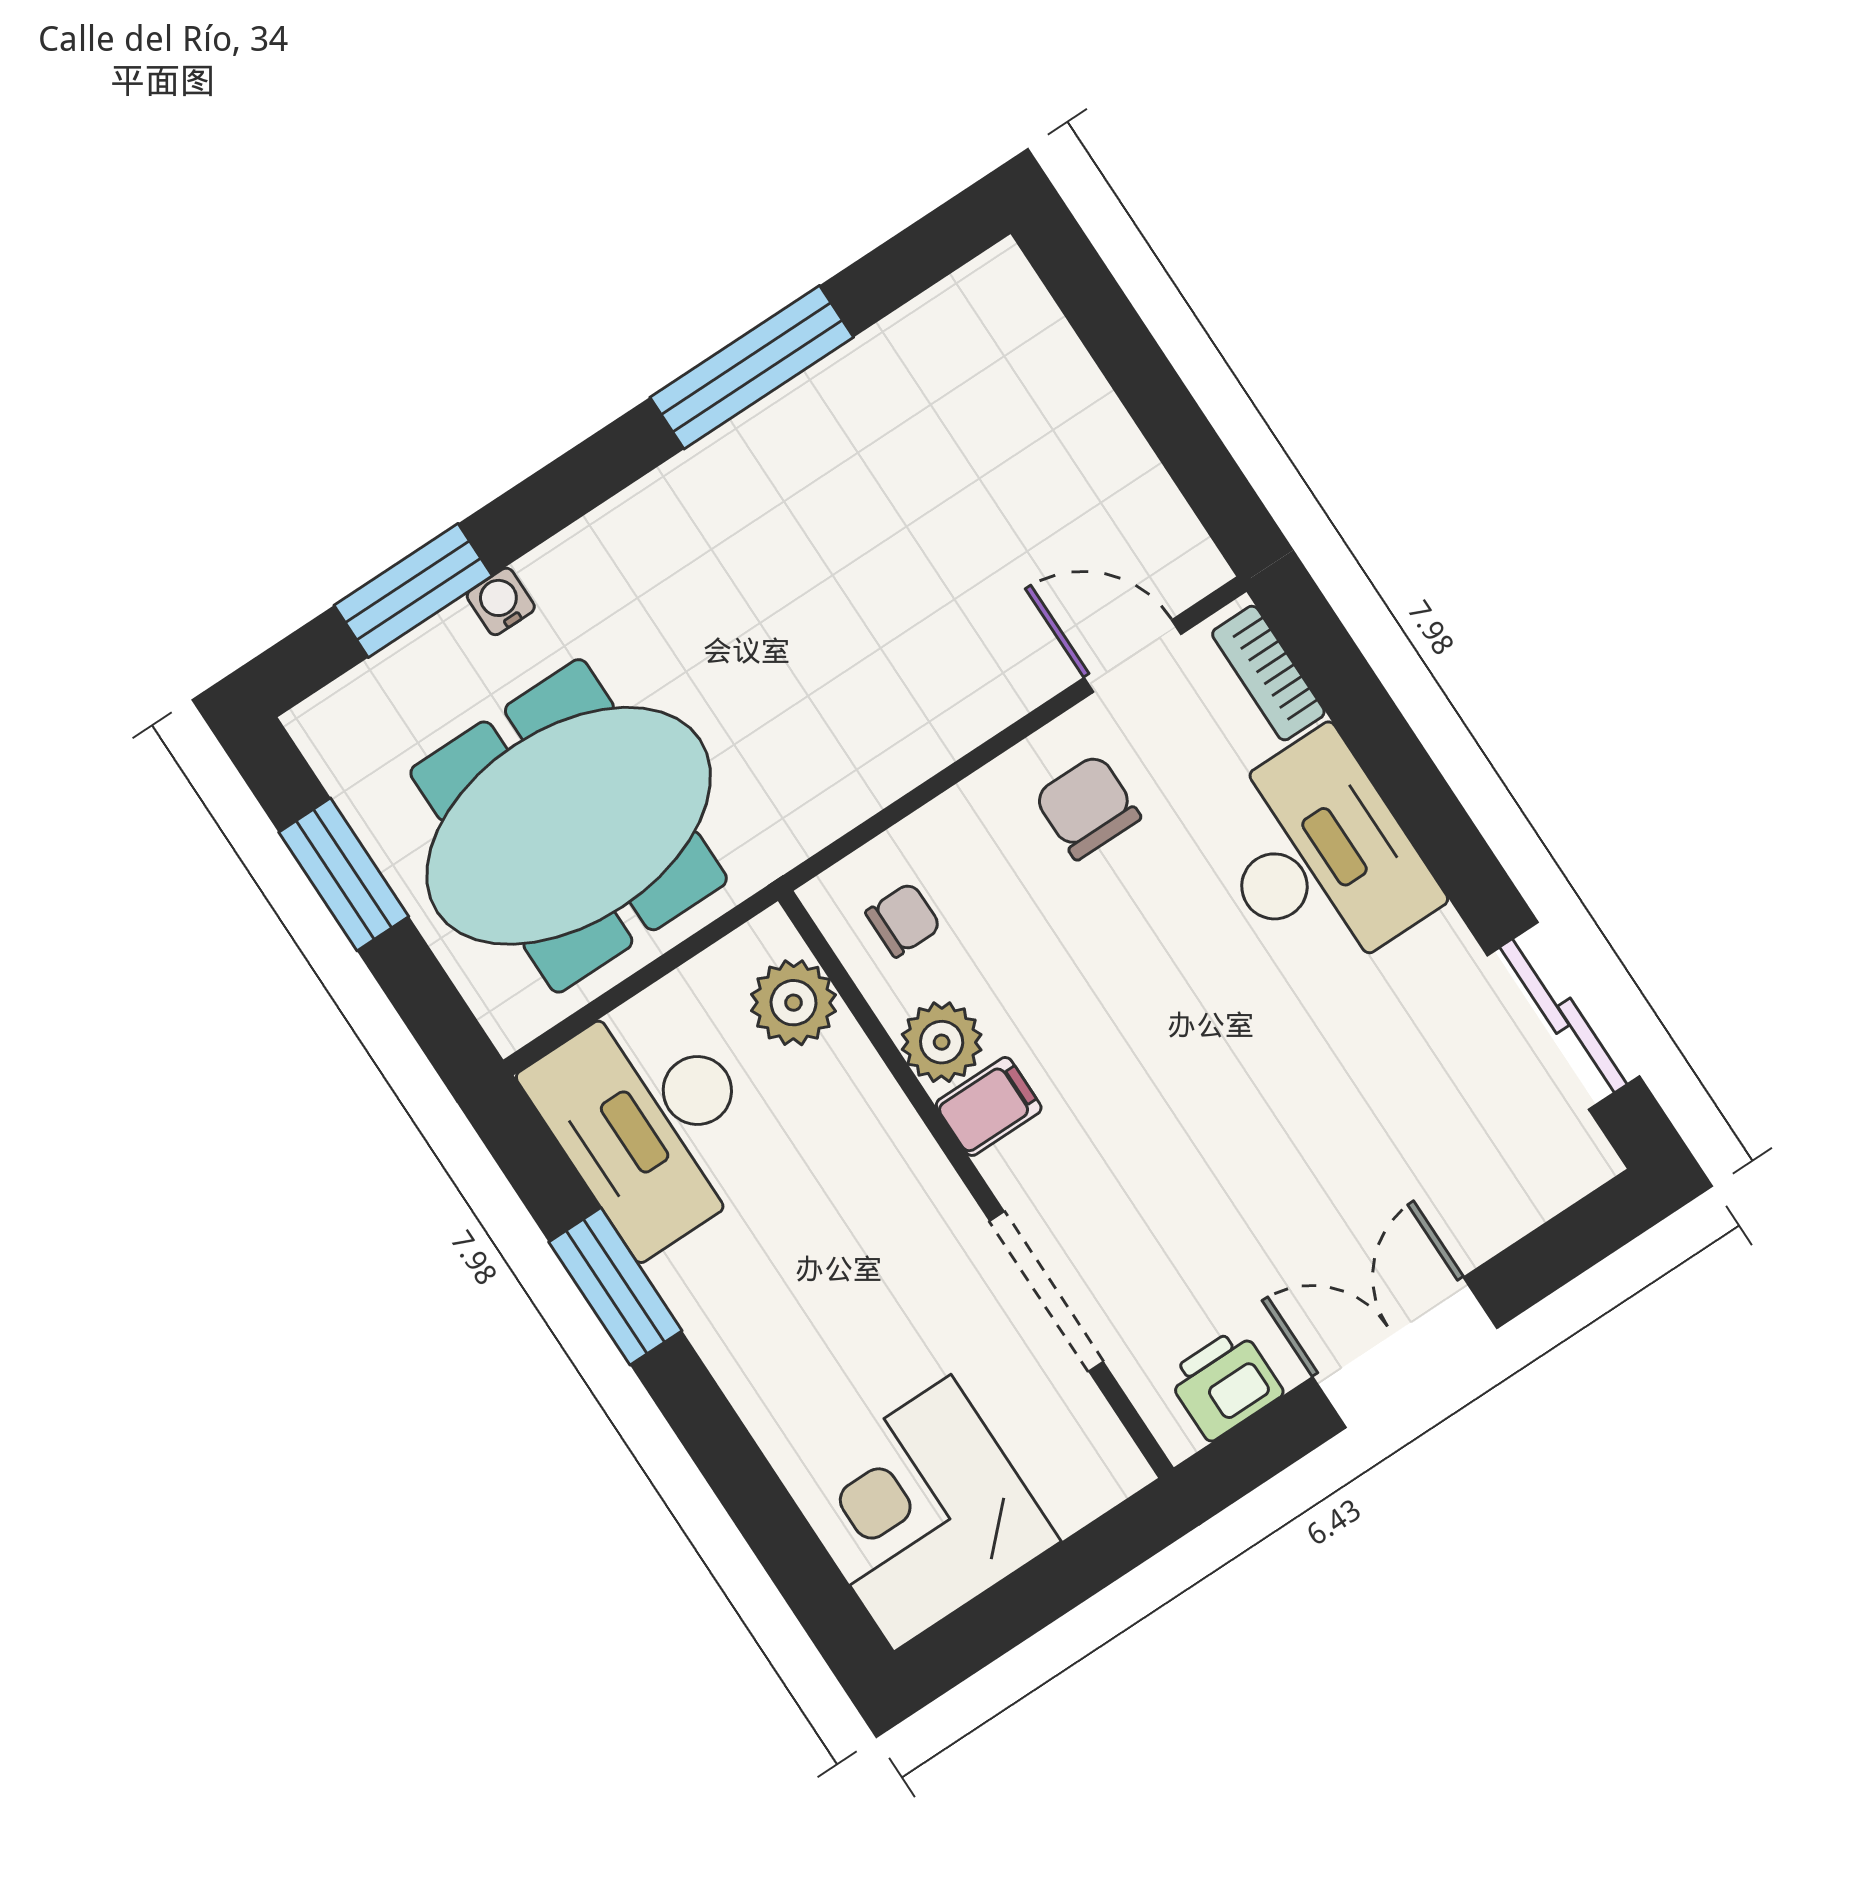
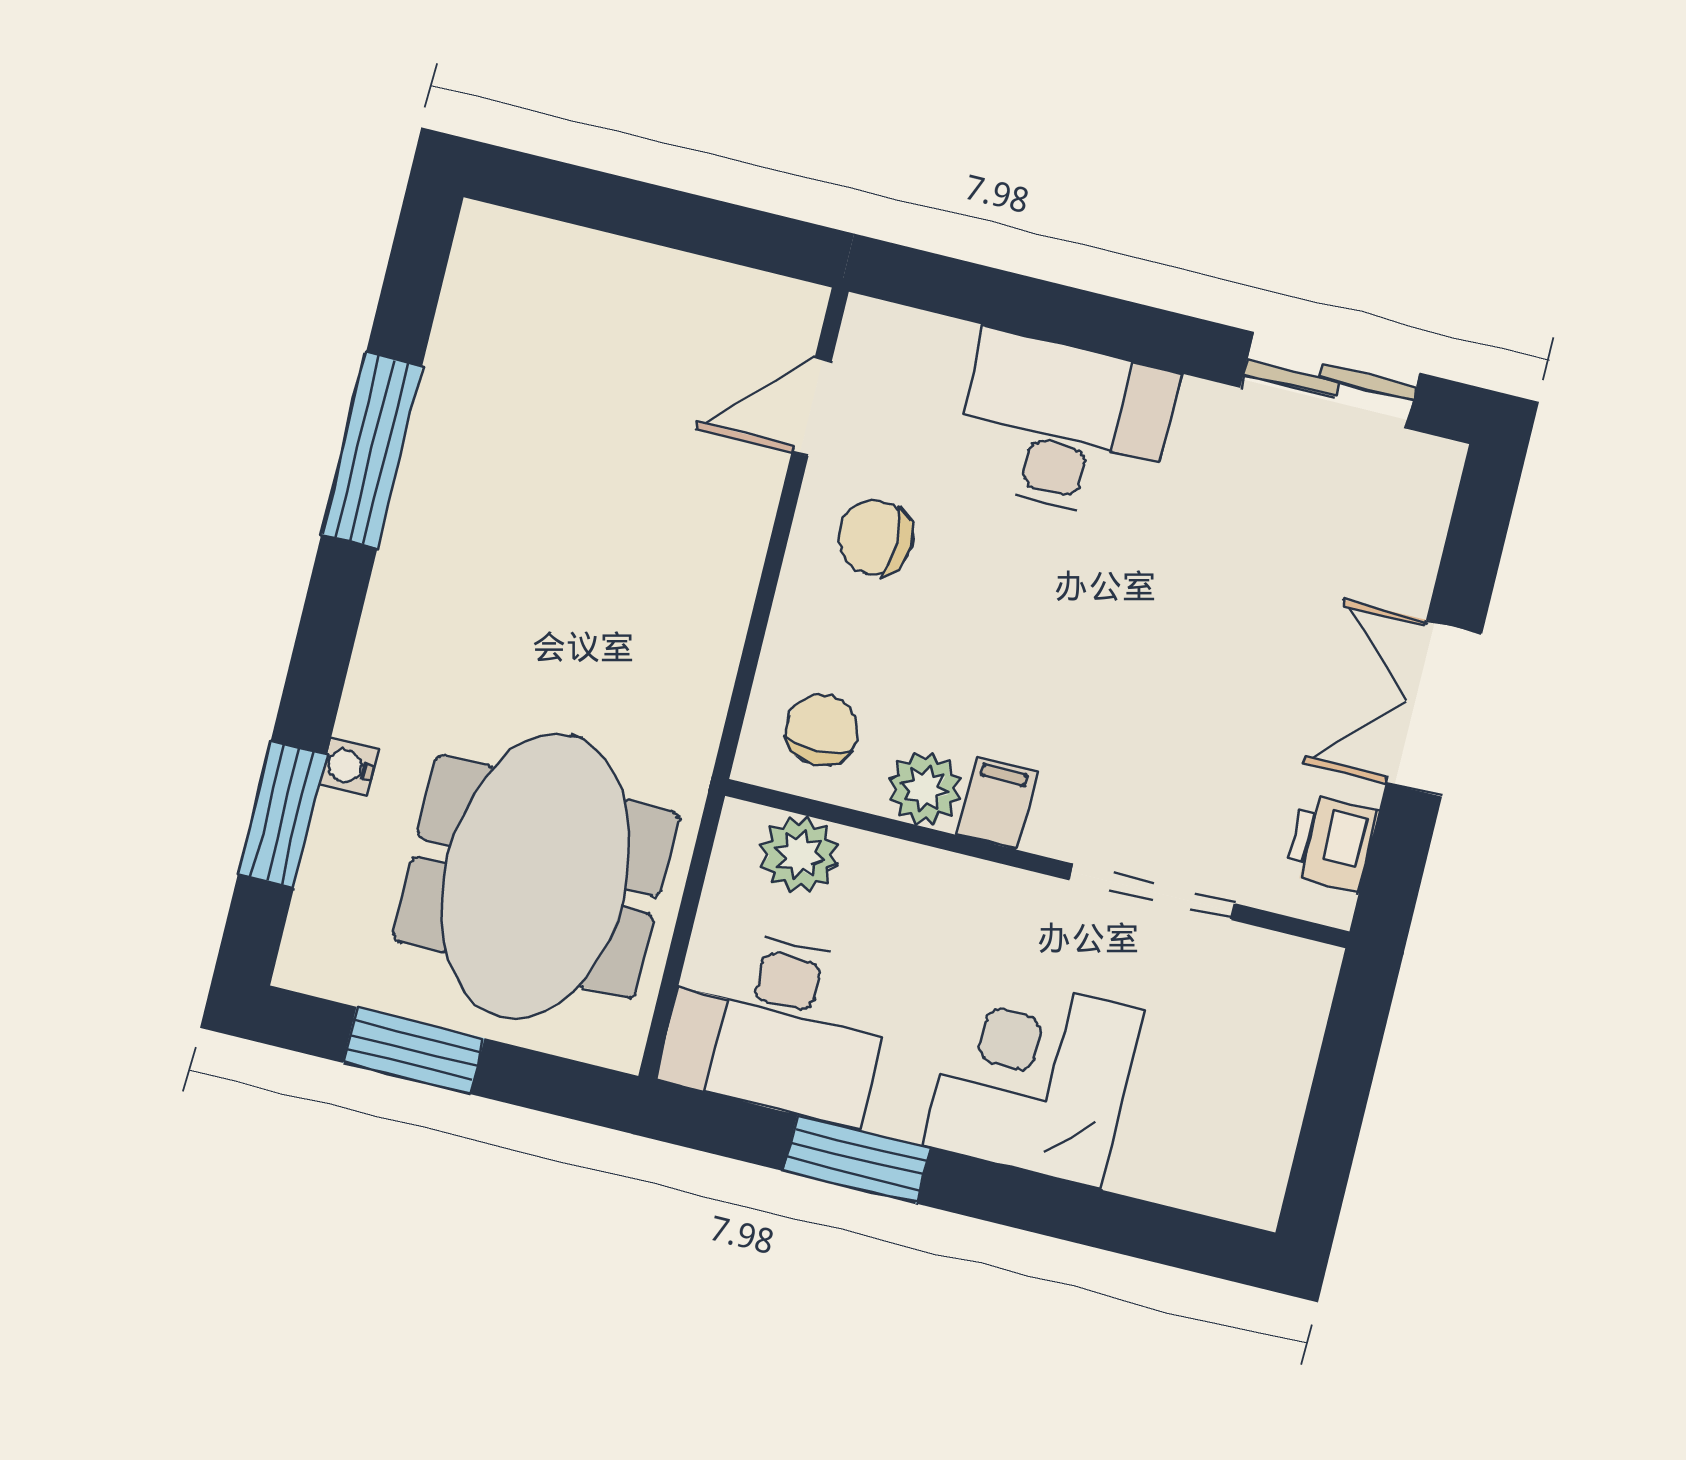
bookcase: (1268, 673) -> (915, 333), removed
chair: (903, 920) -> (822, 730), width x1.37, depth x1.37
corner desk: (922, 1513) -> (1033, 1078), moved, turned 90

